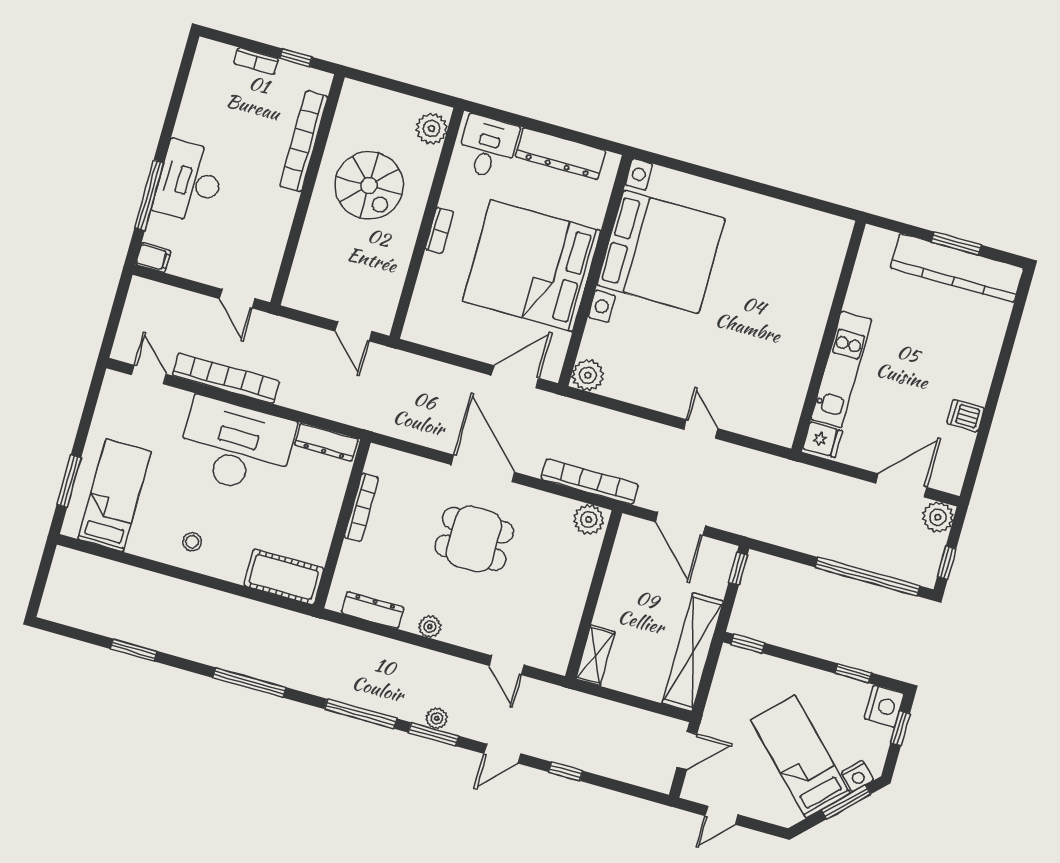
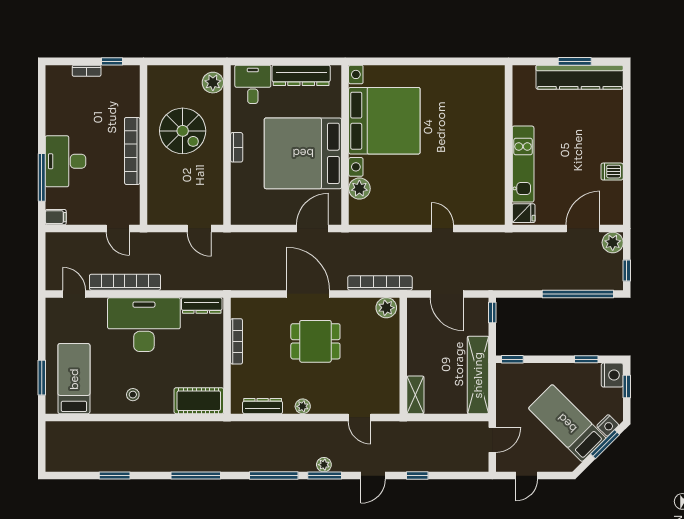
bookcase: (304, 141) -> (132, 151), moved
plant: (588, 375) -> (359, 189), moved

